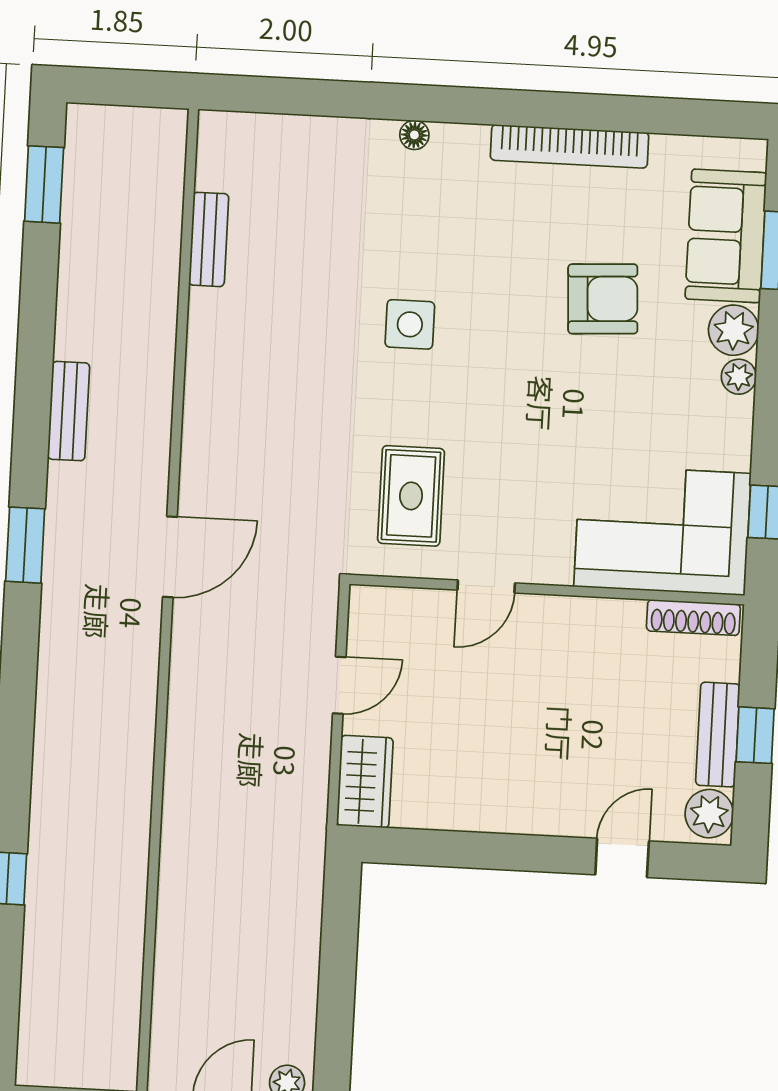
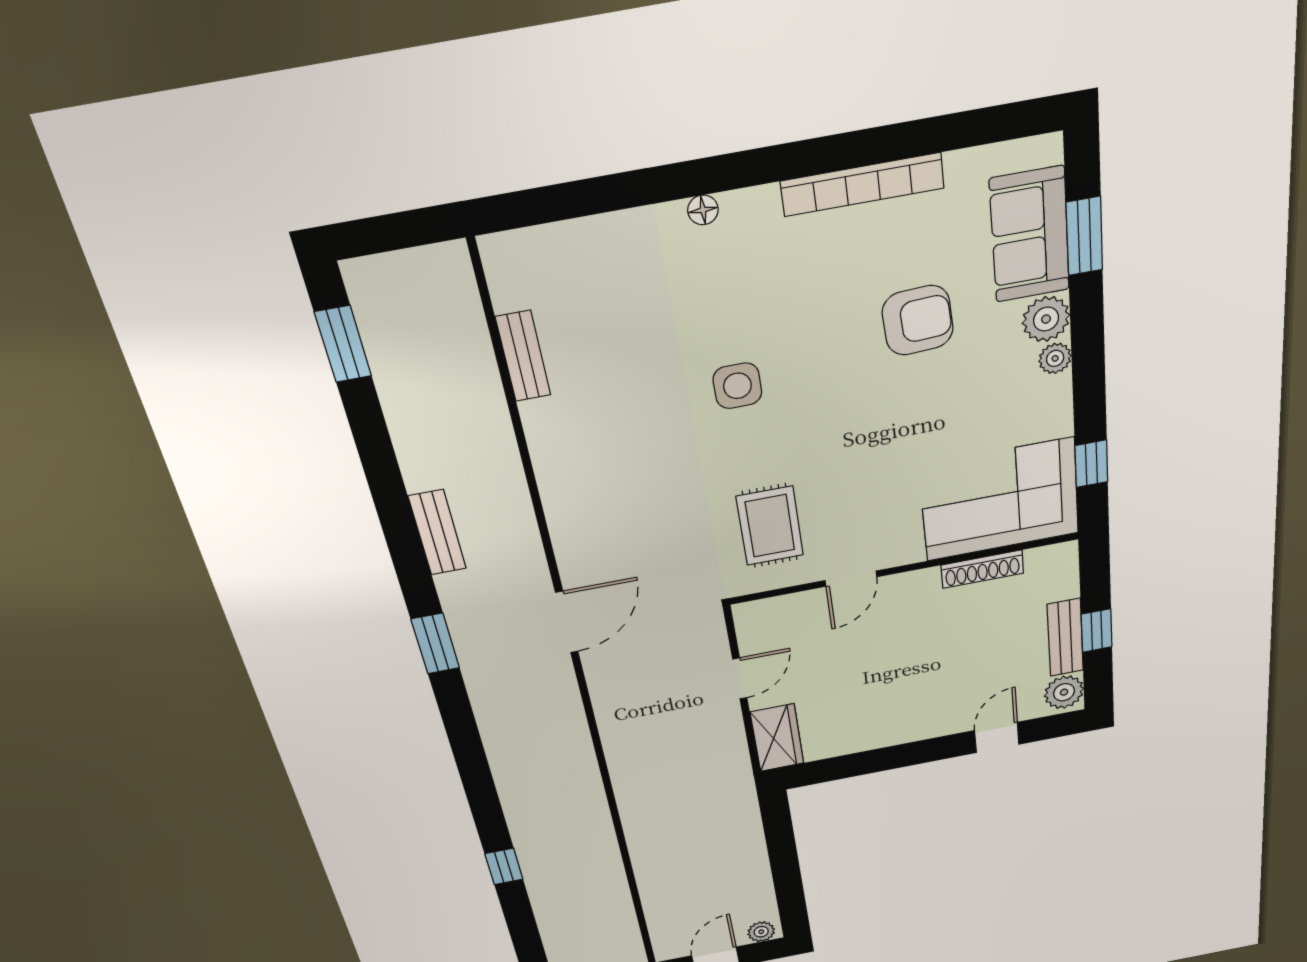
shoe rack: (693, 618) -> (982, 569), moved

